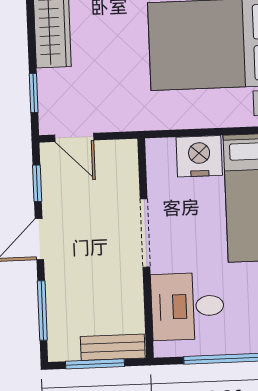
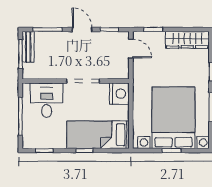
door: (74, 137) -> (131, 48), swing flipped
nightstand: (199, 156) -> (119, 94), moved
bench: (113, 347) -> (28, 47), moved

